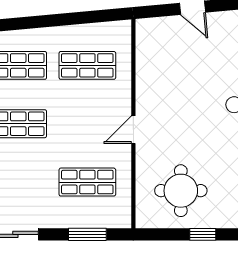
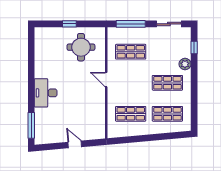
door: (133, 130) -> (106, 80), swing flipped
window: (87, 234) -> (131, 24), width x1.44

